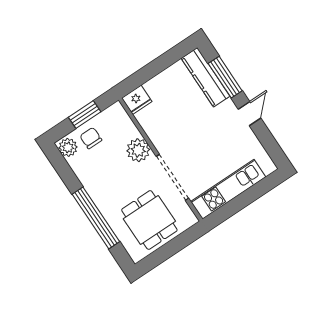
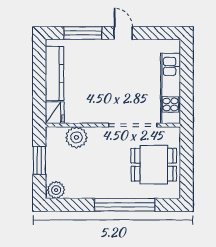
kitchen counter: (206, 77) -> (55, 73), moved, turned -90
chair: (91, 138) -> (61, 168), removed
plant: (138, 150) -> (76, 137), moved

